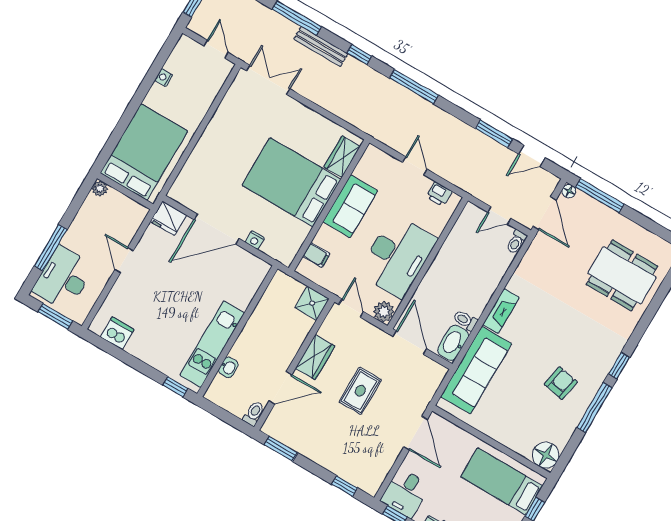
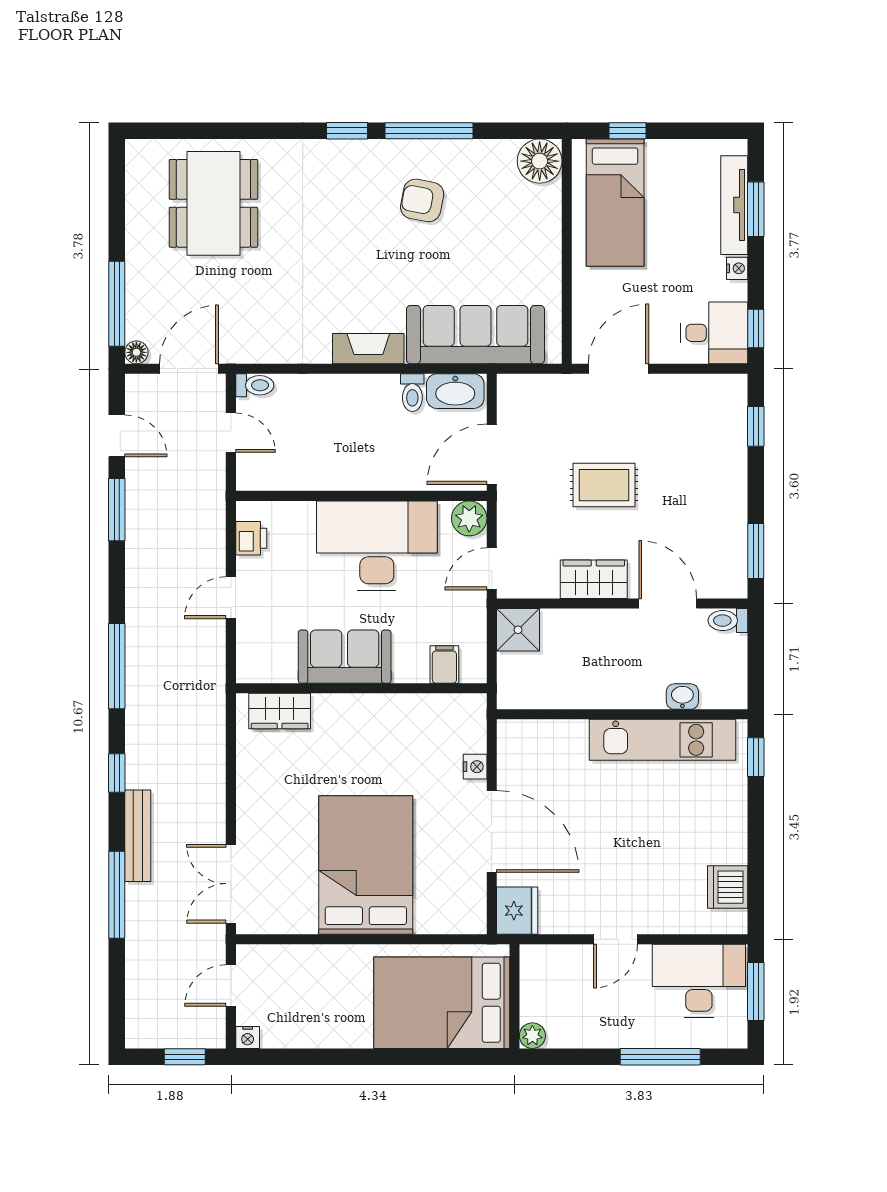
nightstand: (164, 78) -> (248, 1037), moved
bed: (292, 182) -> (366, 865), moved, turned 180
desk: (63, 278) -> (699, 981), moved, turned 180

